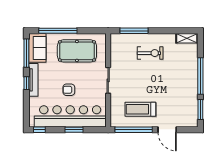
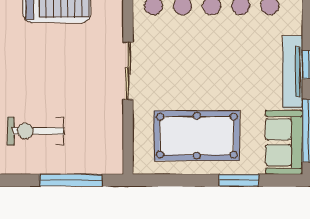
window: (58, 31) -> (239, 180), width x0.47
armchair: (69, 90) -> (215, 50), removed

